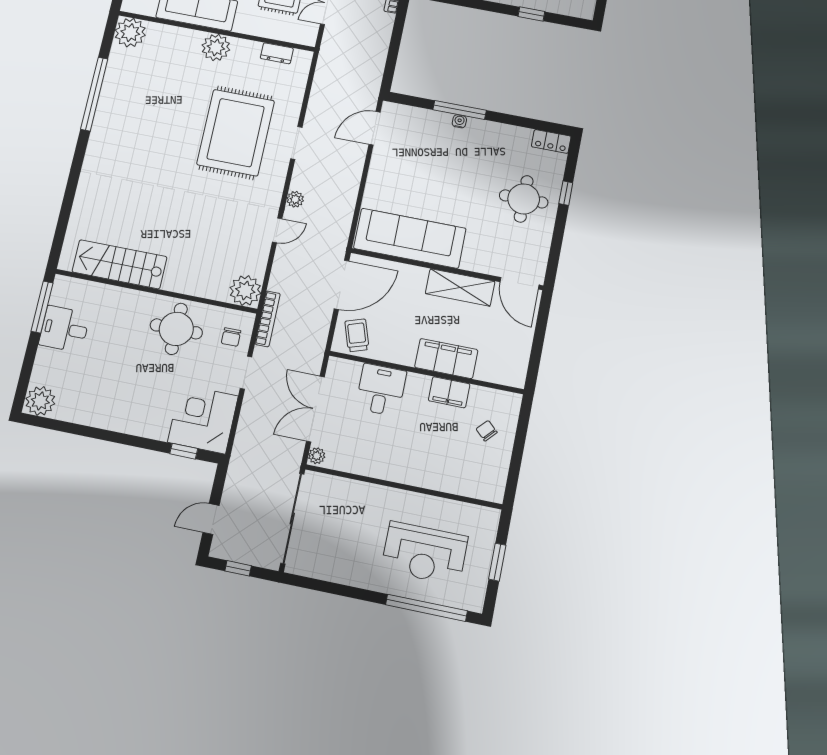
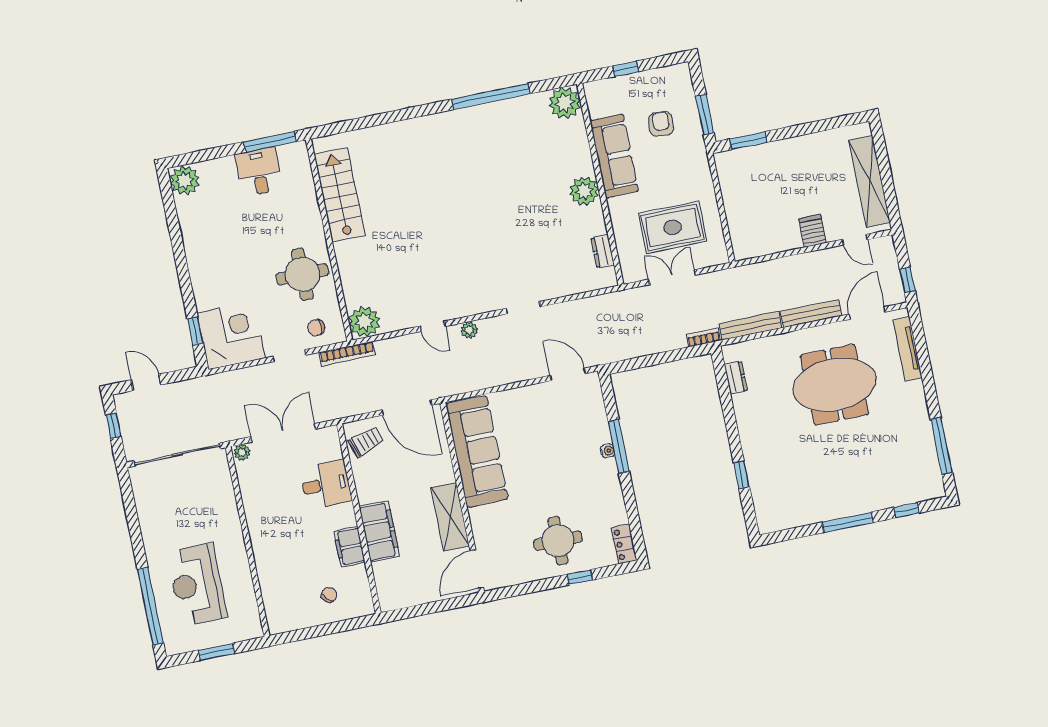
rug: (236, 133) -> (509, 247), removed

